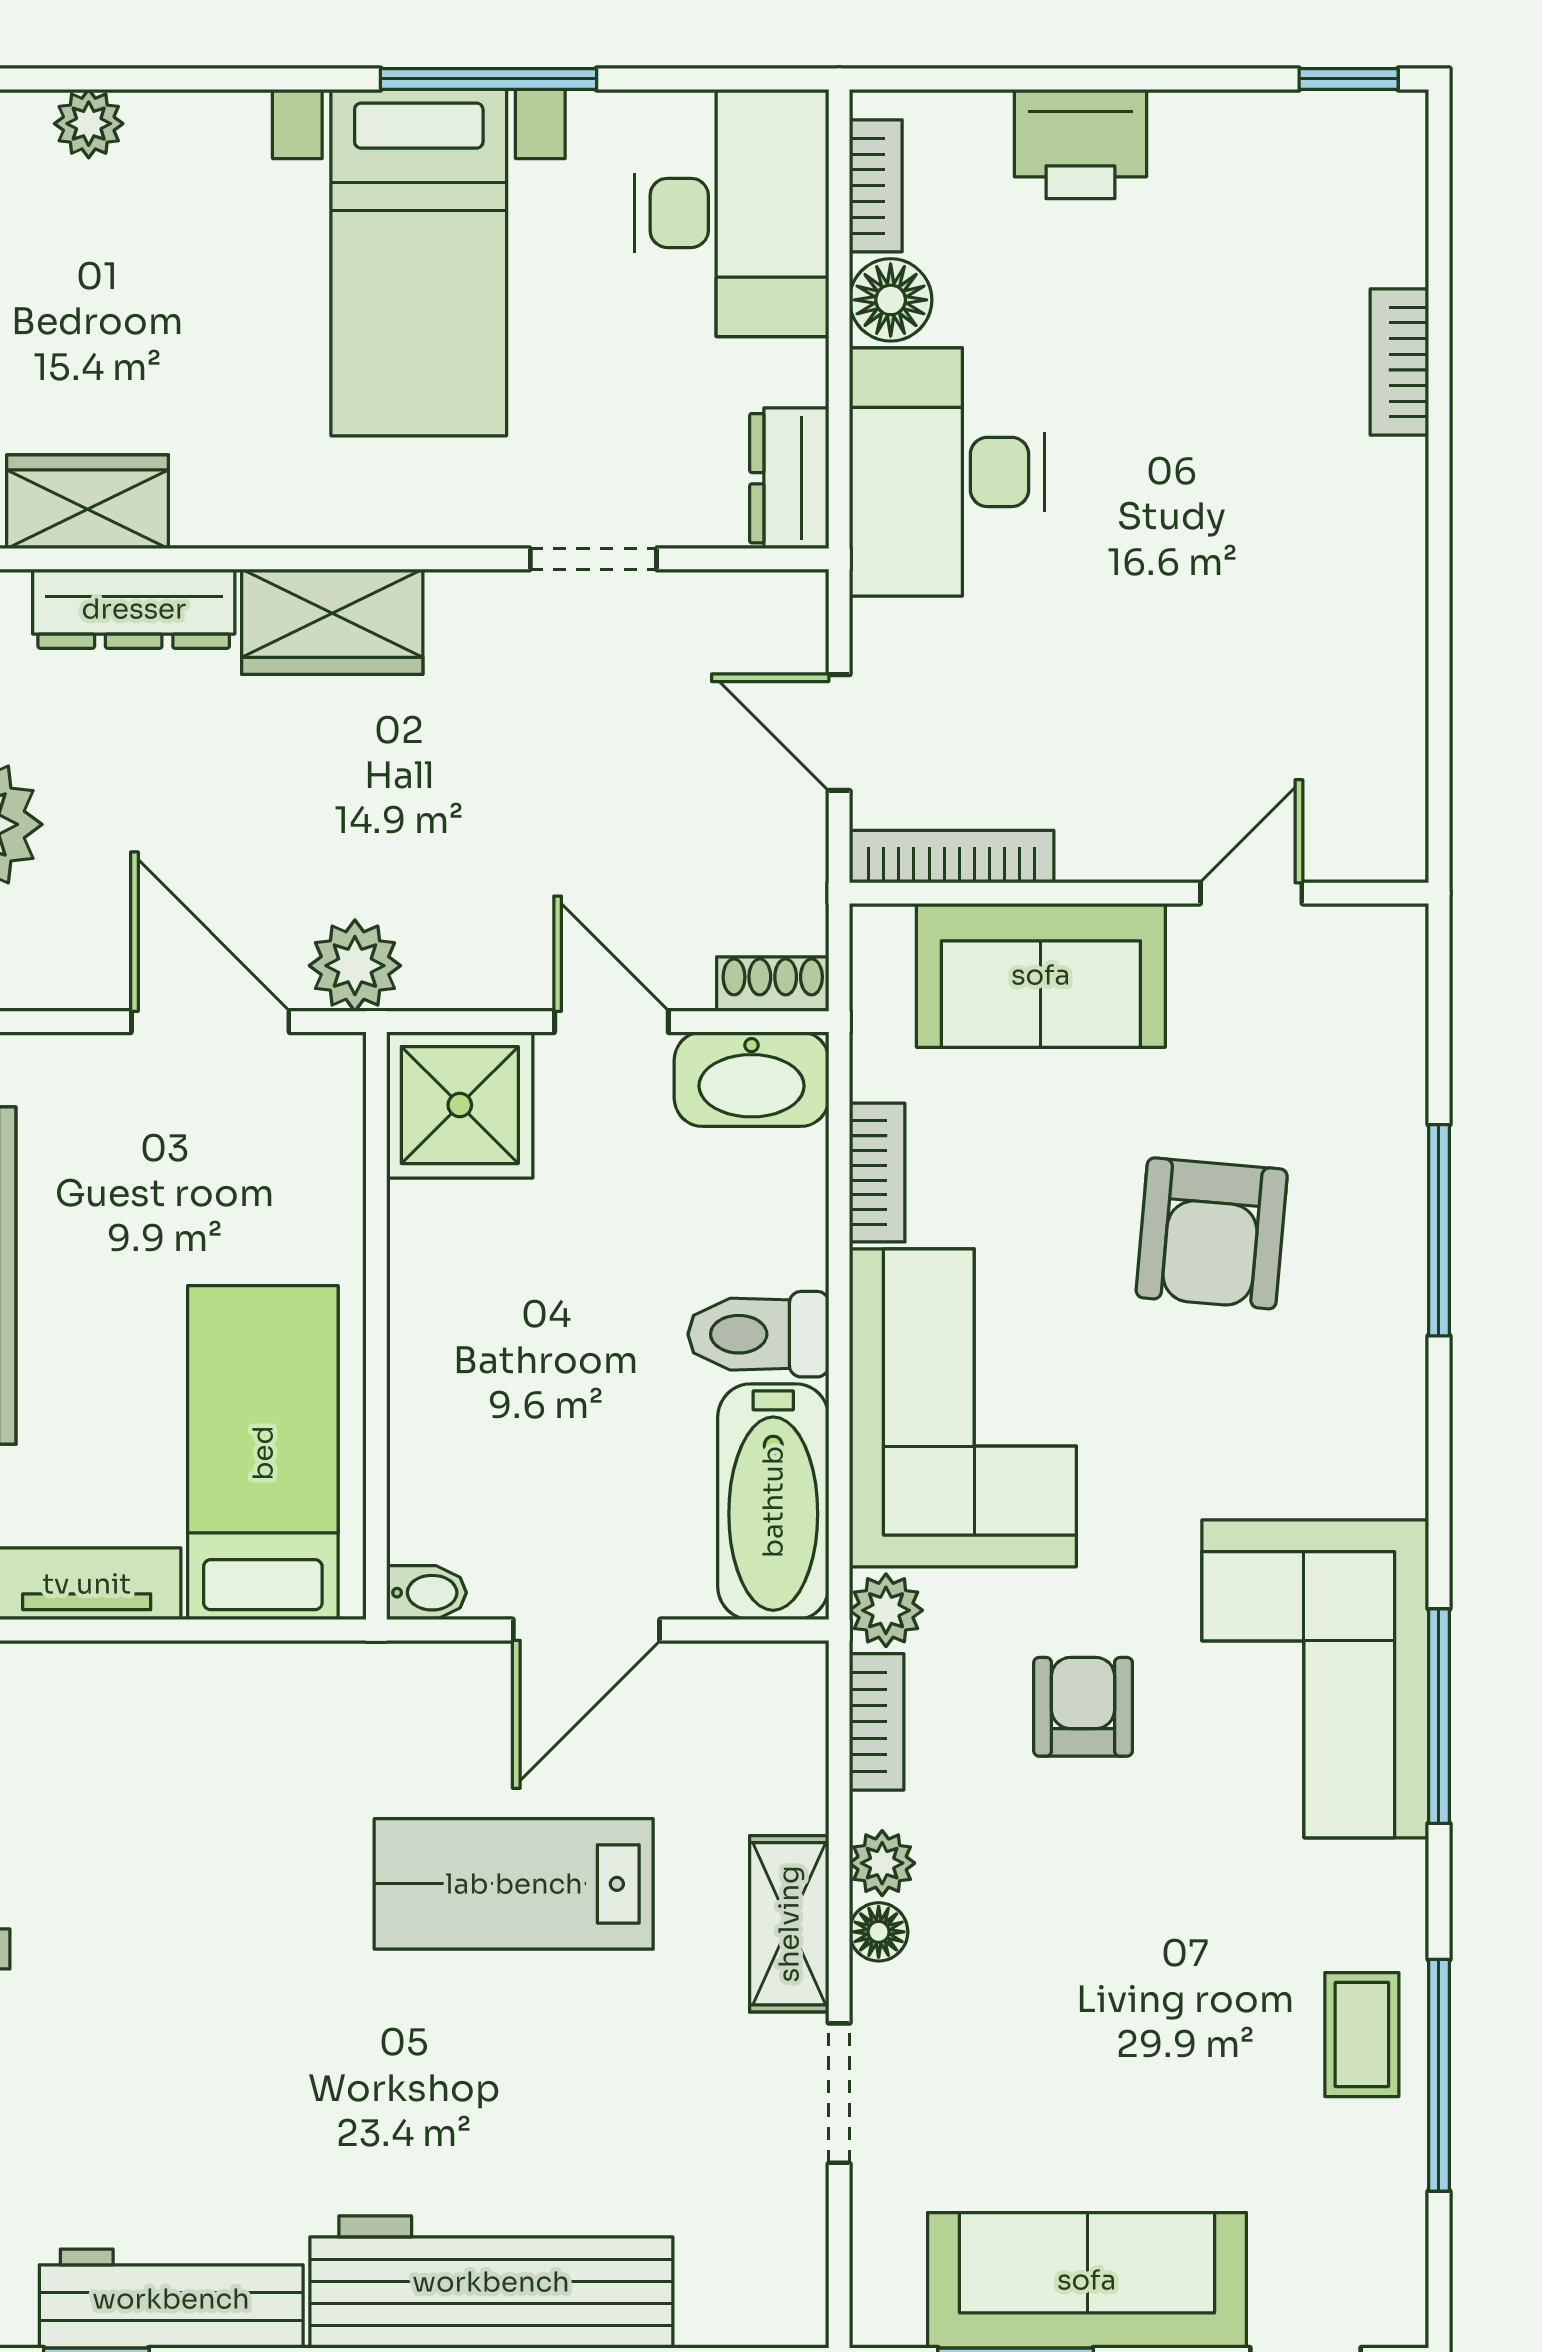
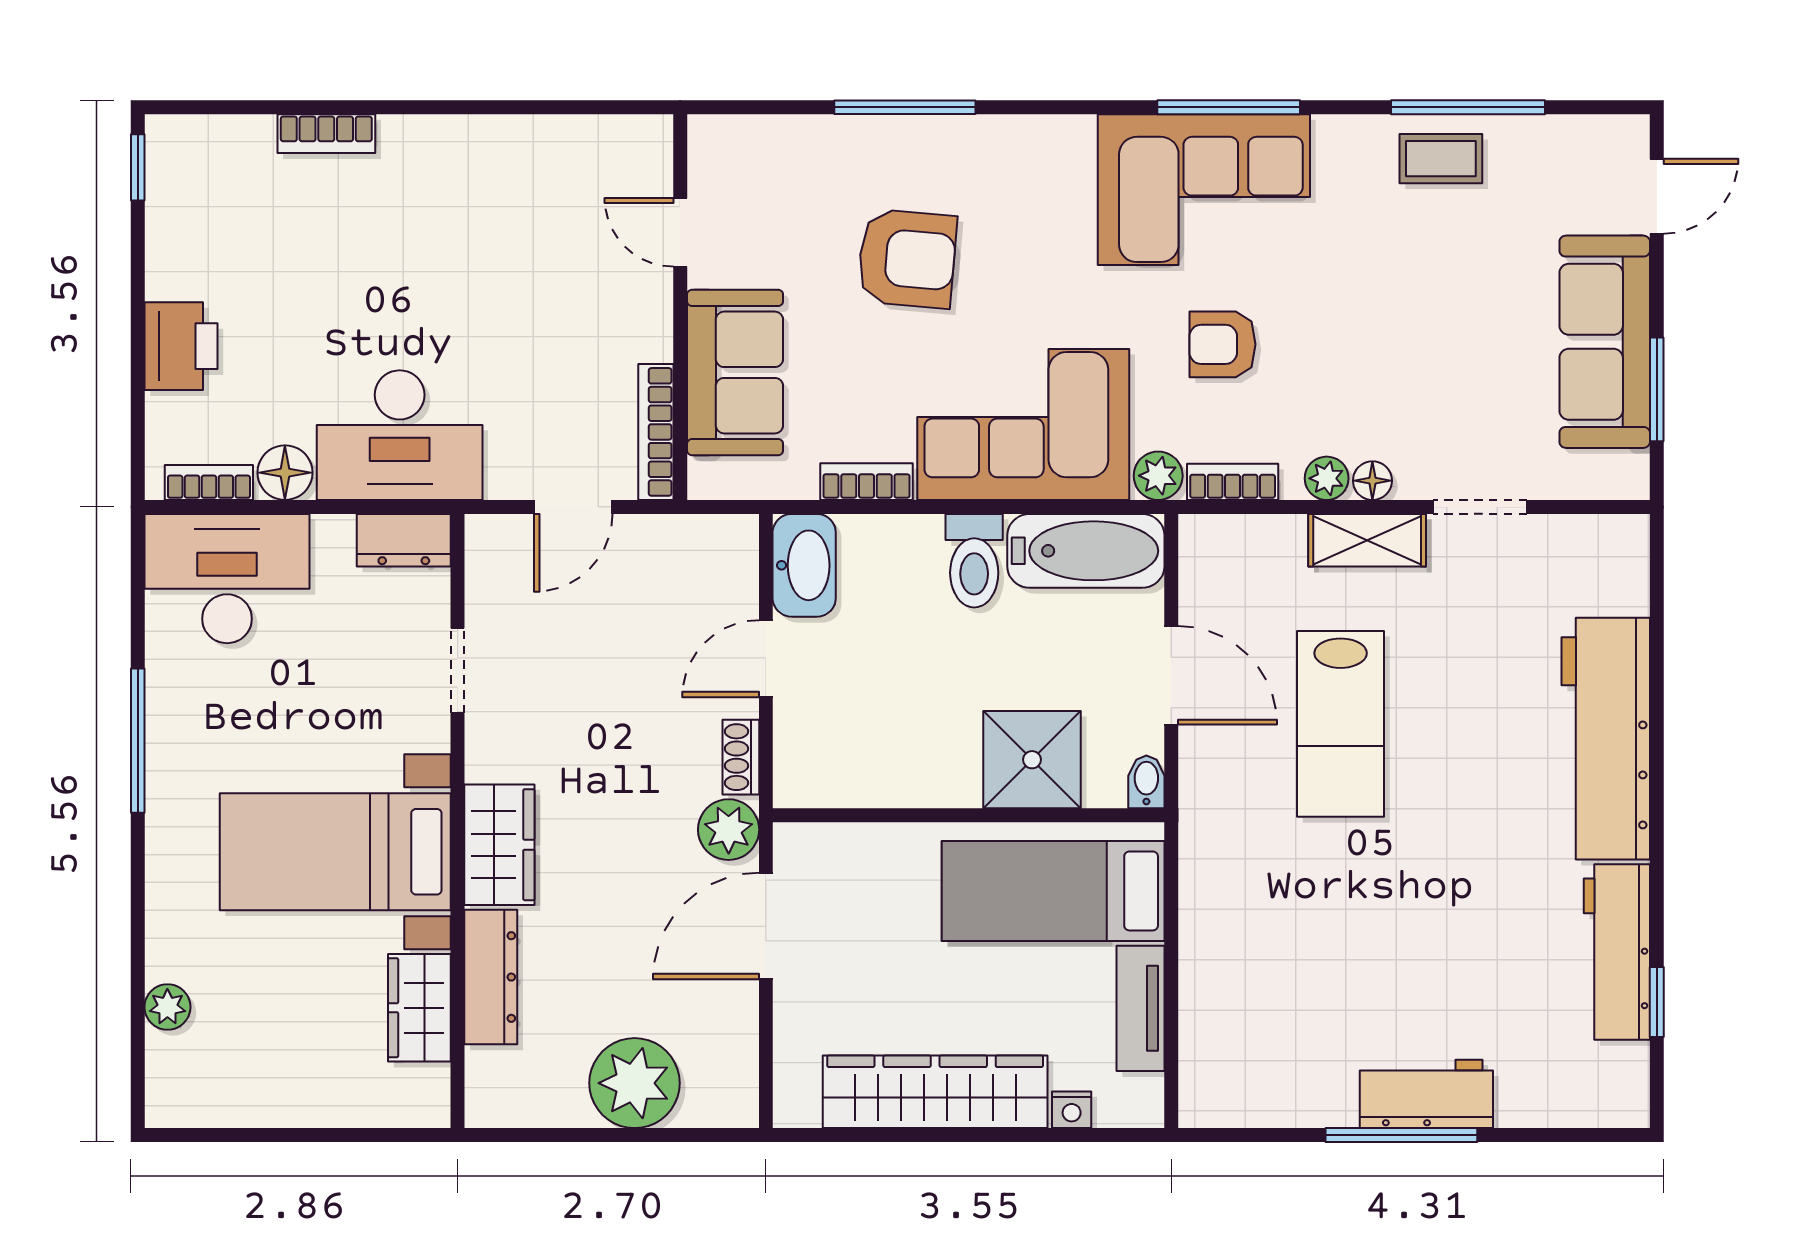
bed with nightstands: (419, 263) -> (335, 852), moved, turned 180
shoe rack: (773, 984) -> (741, 757), moved
shower: (460, 1105) -> (1032, 760), moved

